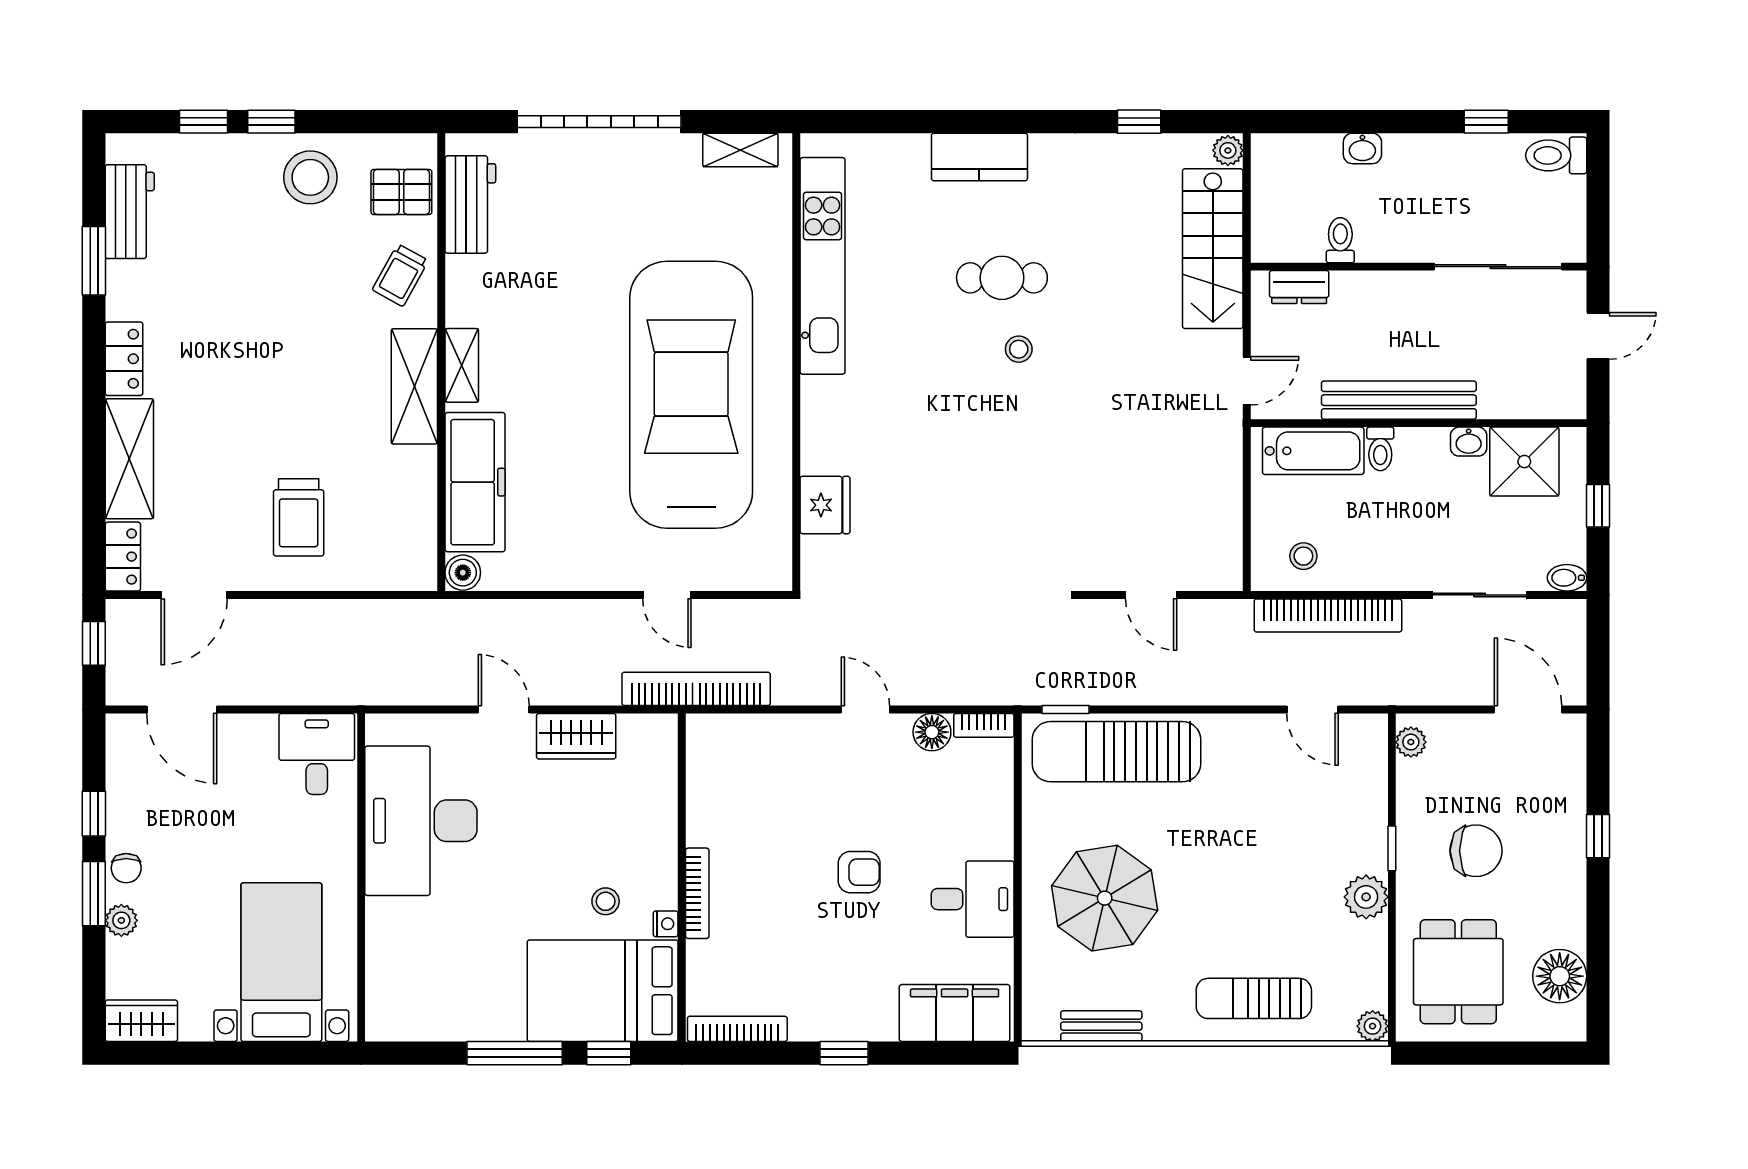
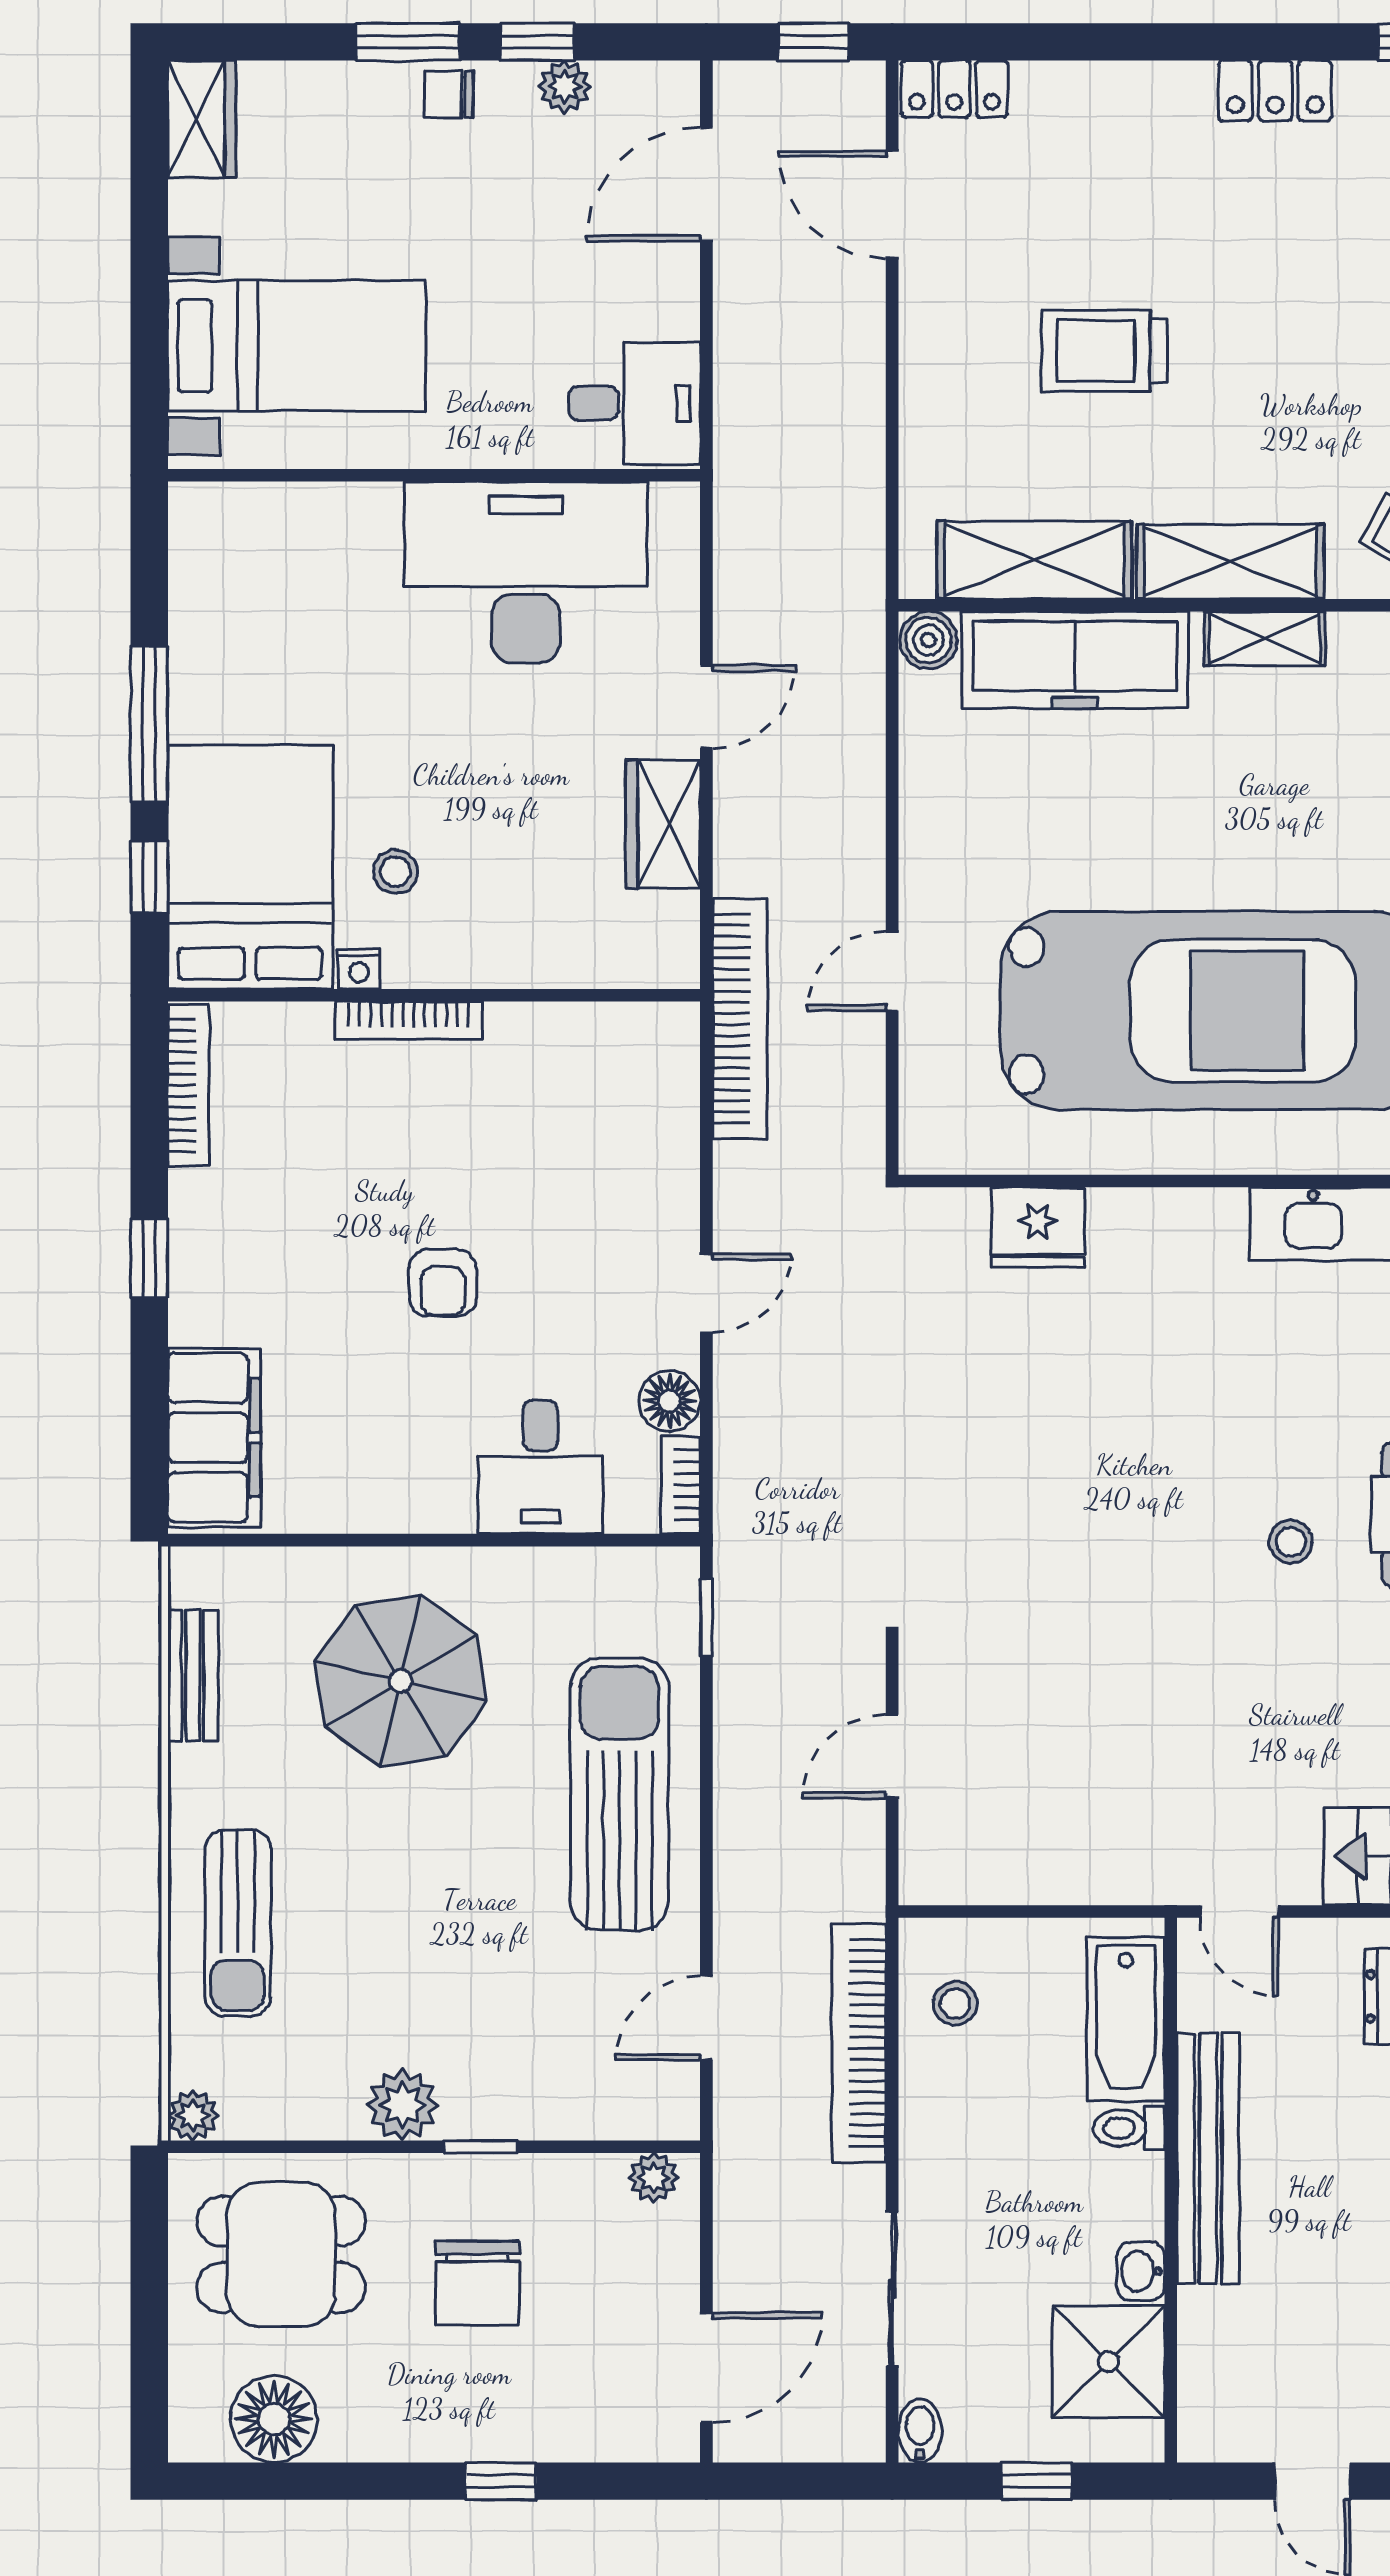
shelving: (129, 459) -> (1034, 560), moved
trolley: (299, 517) -> (1105, 351), moved
sun lounger: (1116, 752) -> (619, 1794), moved
desk: (973, 899) -> (540, 1467), moved
plant: (121, 920) -> (565, 86), moved
sun lounger: (1254, 998) -> (238, 1923), turned 180

